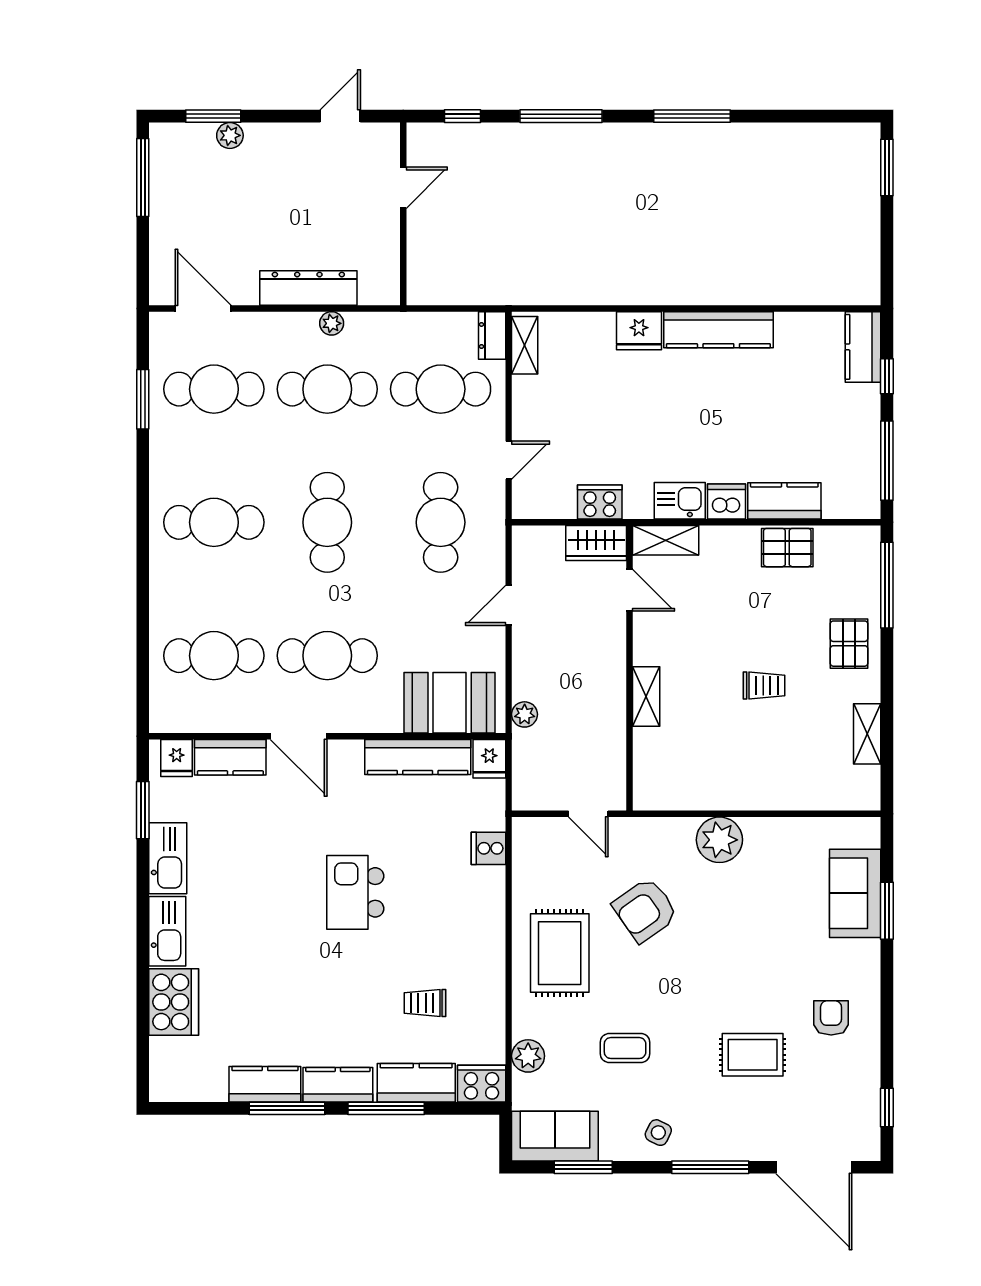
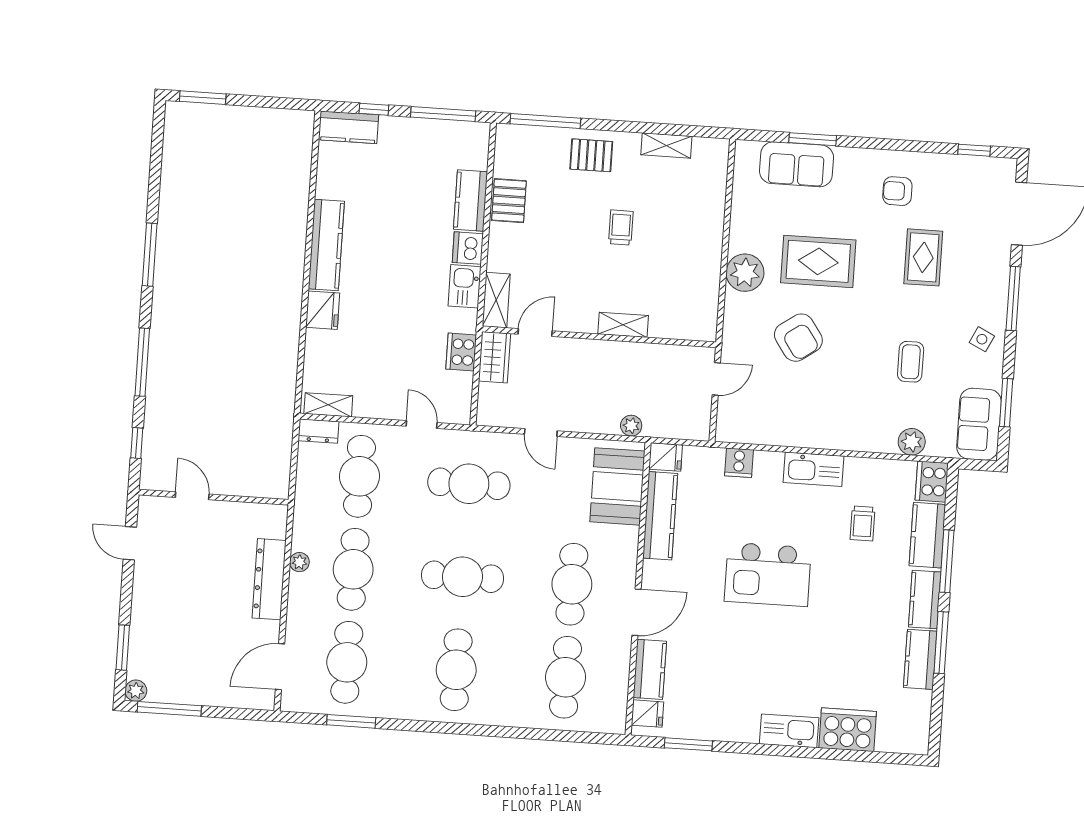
plant: (230, 135) -> (136, 691), moved
kitchen sink: (168, 858) -> (814, 469), moved, turned 180
kitchen island: (355, 892) -> (768, 574), width x1.37, depth x1.28
rug: (560, 953) -> (818, 261), moved

